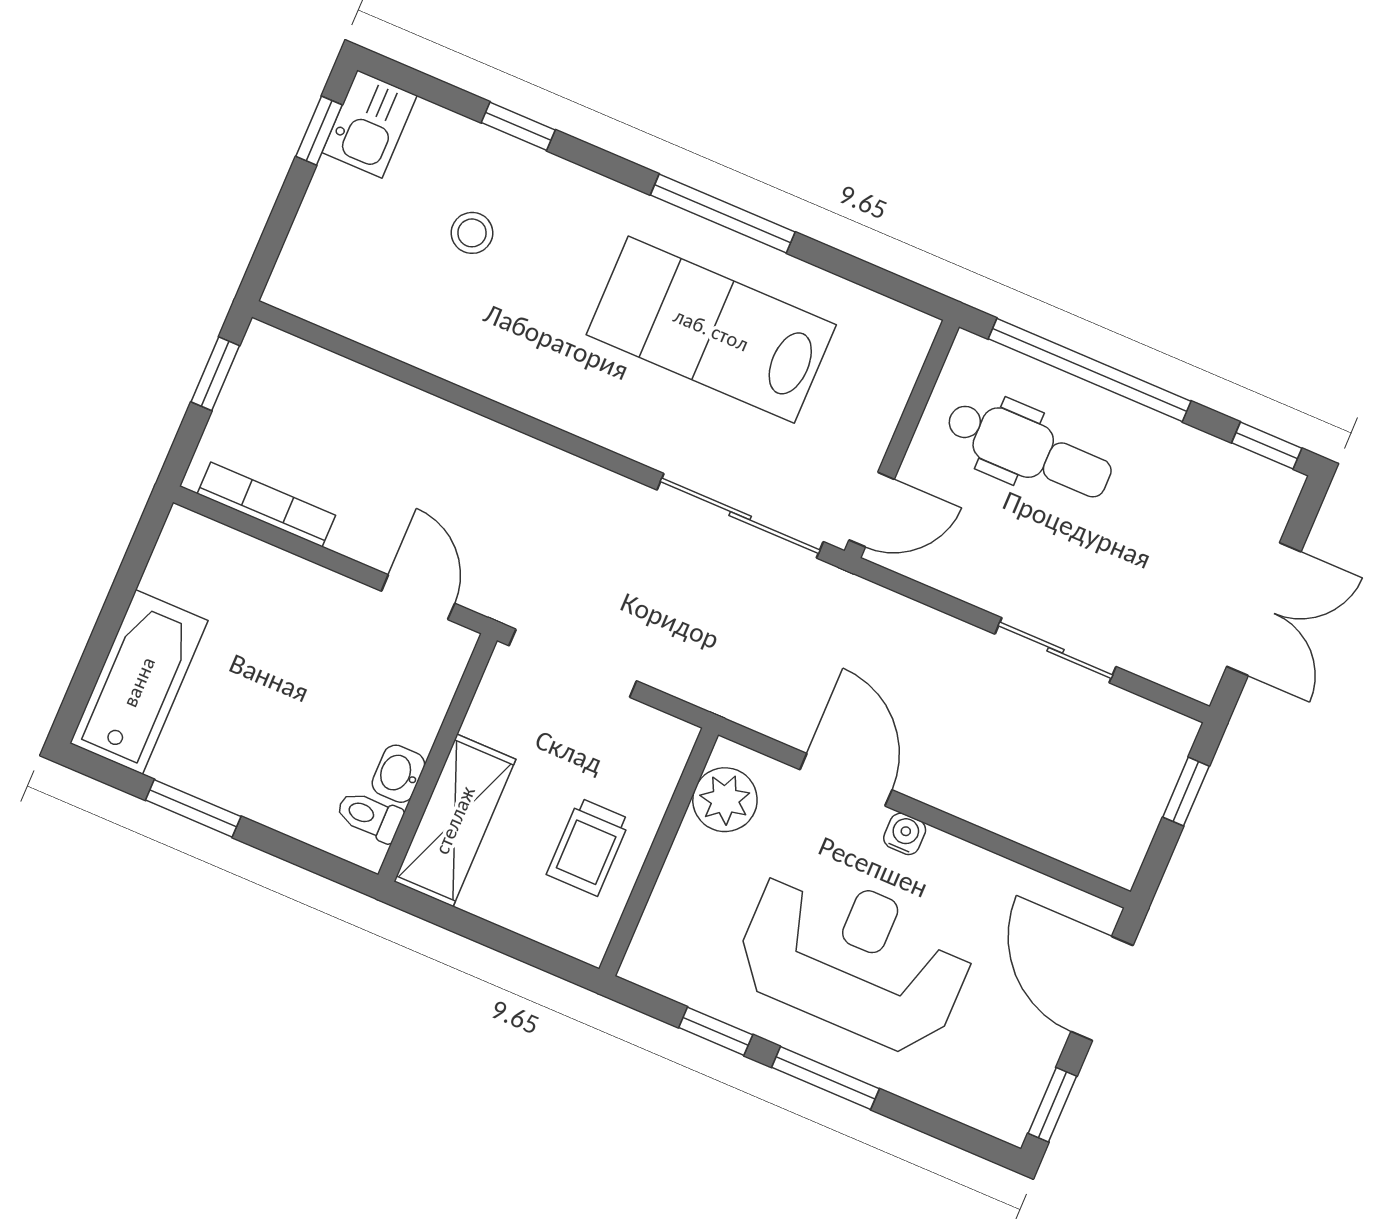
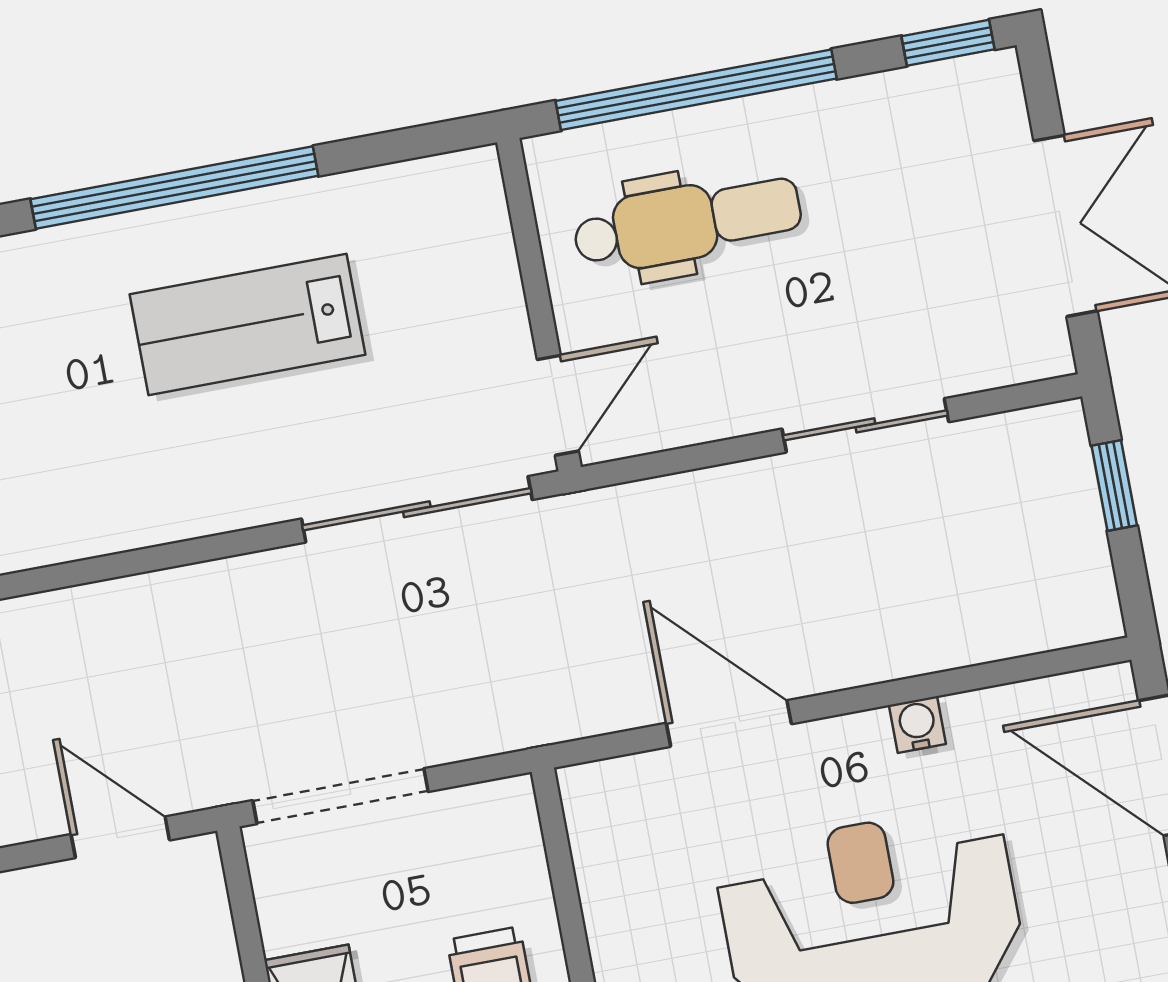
window: (723, 214) -> (174, 187), width x1.46
lab bench: (711, 330) -> (247, 325), width x0.73, depth x0.72
plant: (725, 800) -> (610, 835), removed
water cooler: (905, 834) -> (917, 724), moved

